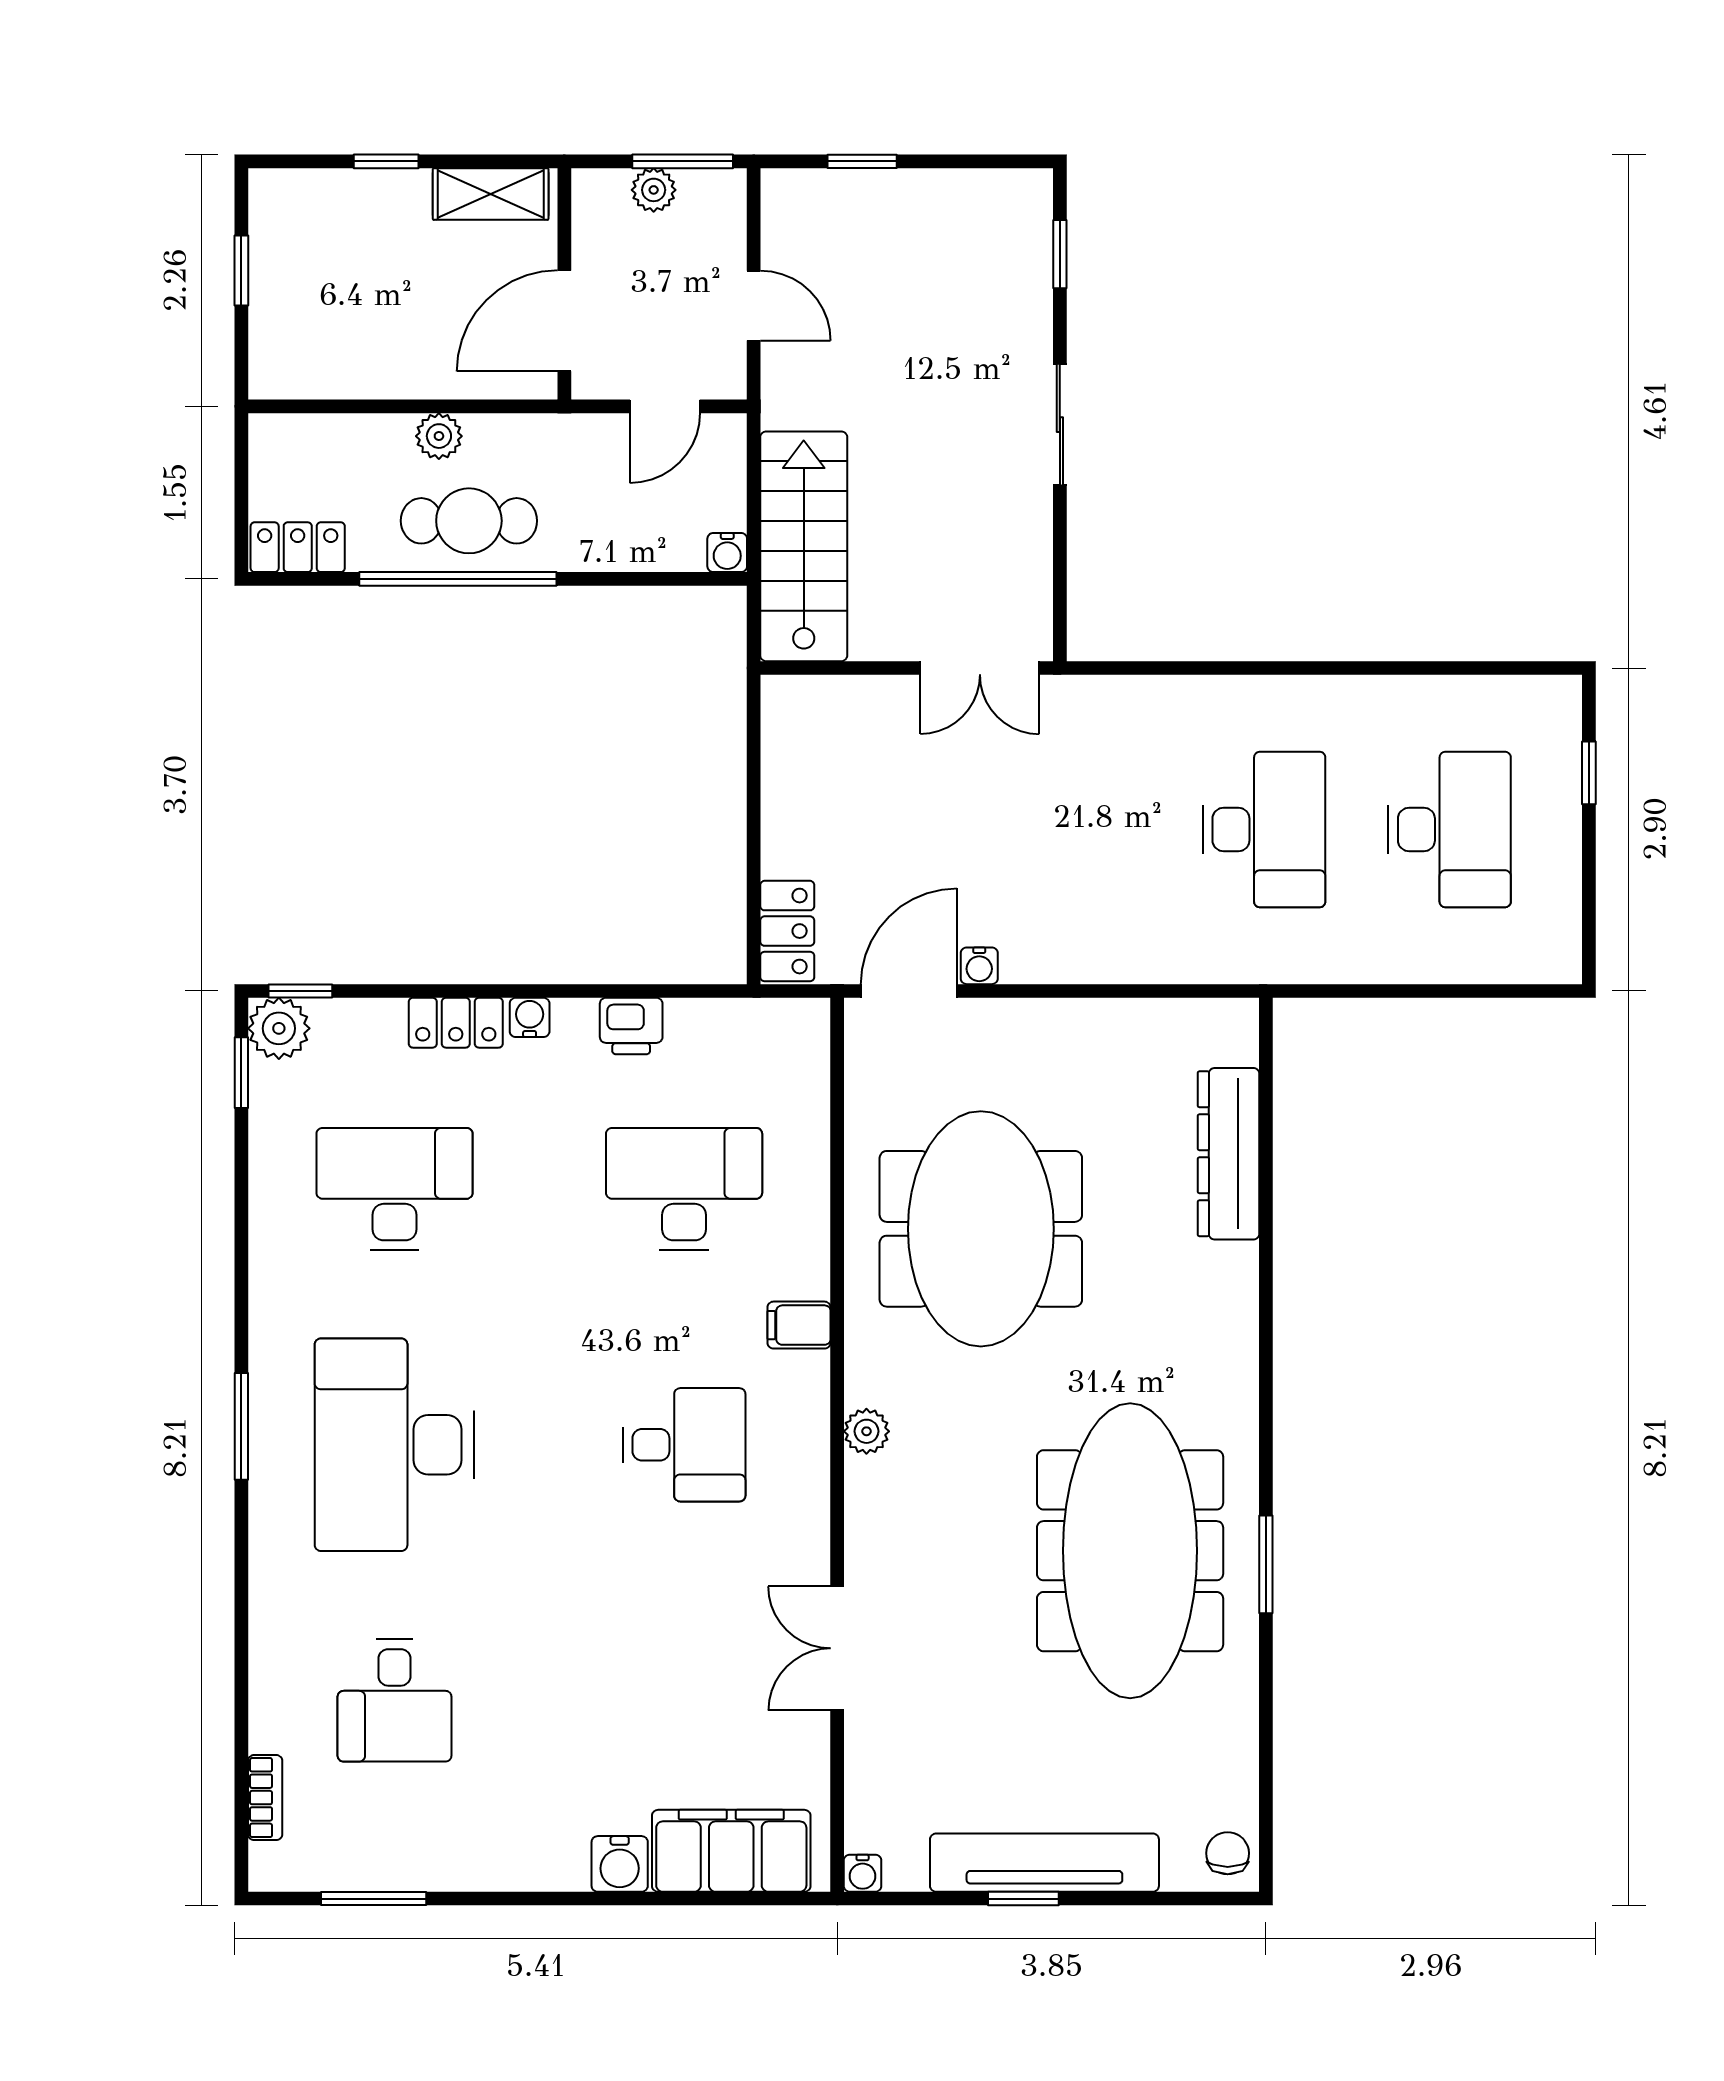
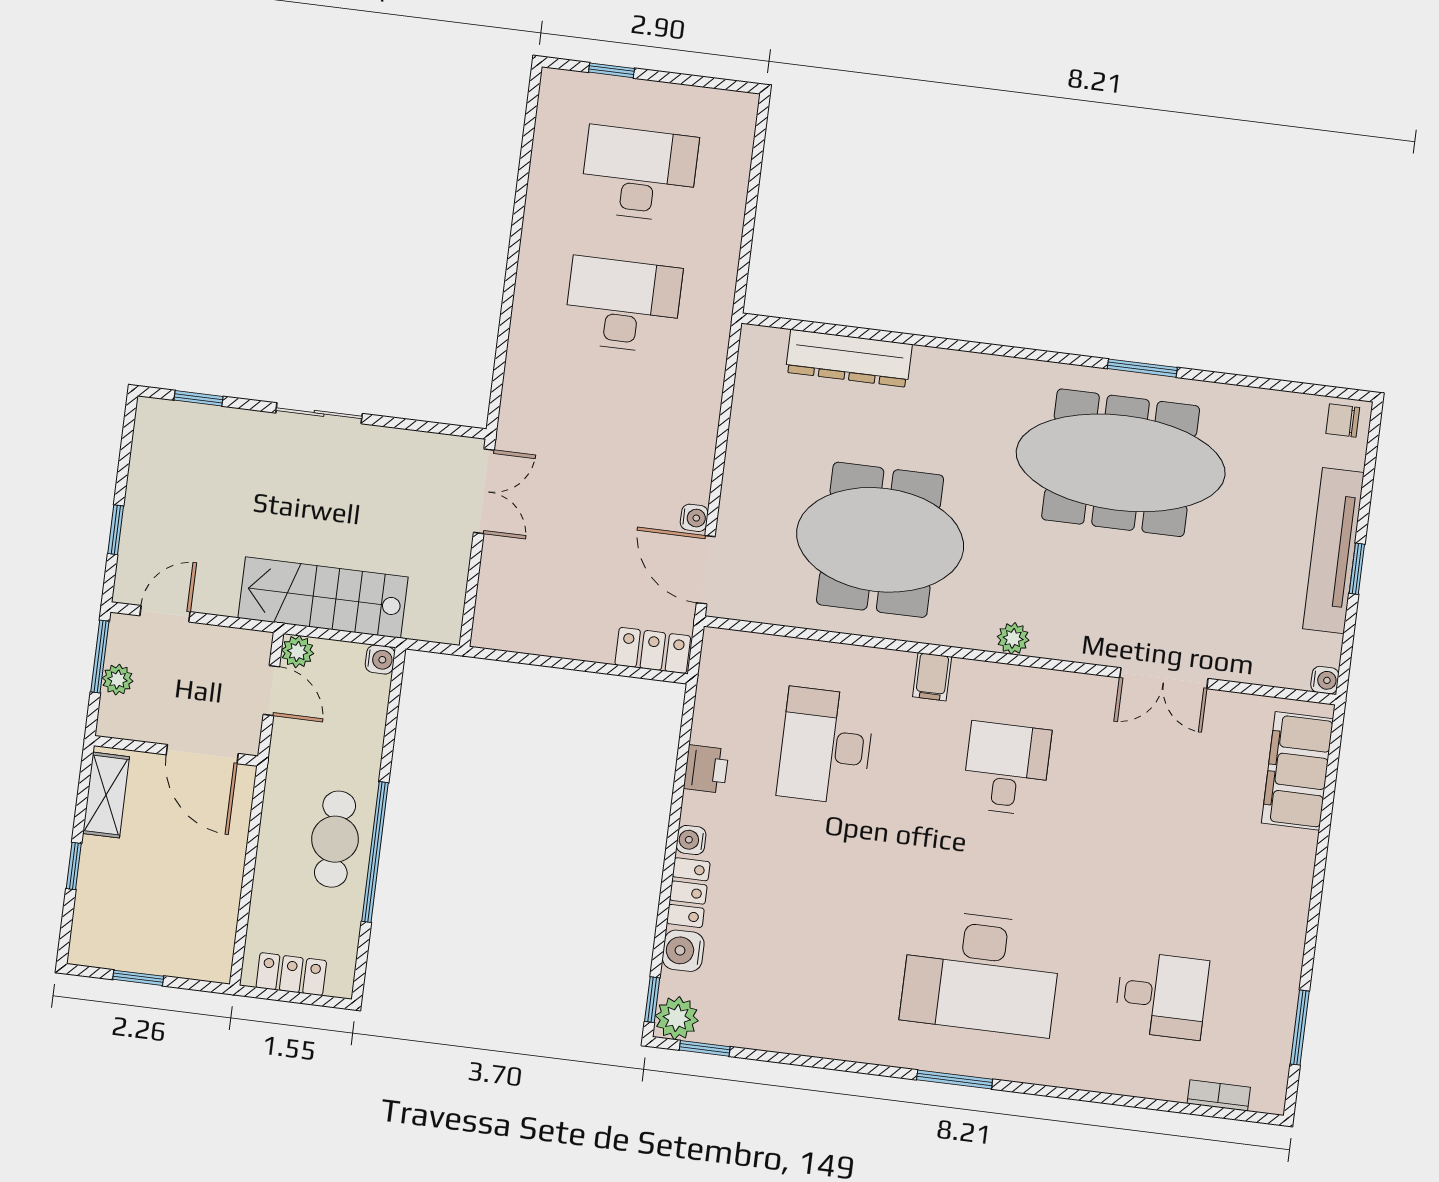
door: (754, 306) -> (165, 614), moved
plant: (439, 436) -> (298, 652), moved
stairs: (804, 546) -> (323, 597), moved
locker: (298, 547) -> (291, 974), moved, turned 90
desk: (395, 1189) -> (800, 950), removed
water cooler: (620, 1864) -> (683, 951), moved, turned 180

